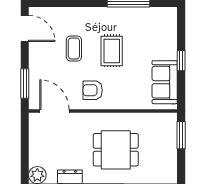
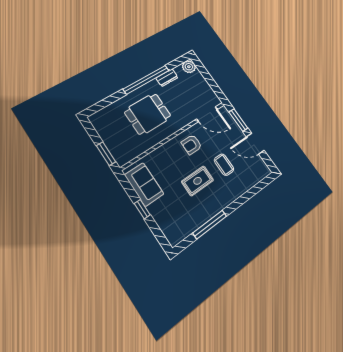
door: (25, 28) -> (255, 144), moved
rug: (112, 51) -> (198, 181), turned 90
armchair: (93, 90) -> (192, 145), turned 180

